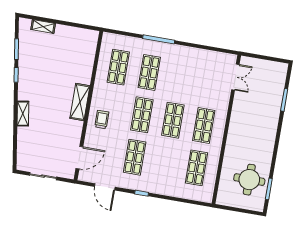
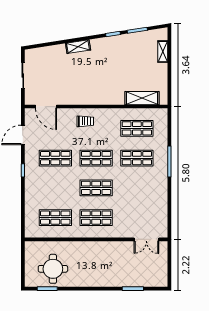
shelving: (80, 102) -> (142, 98), moved

